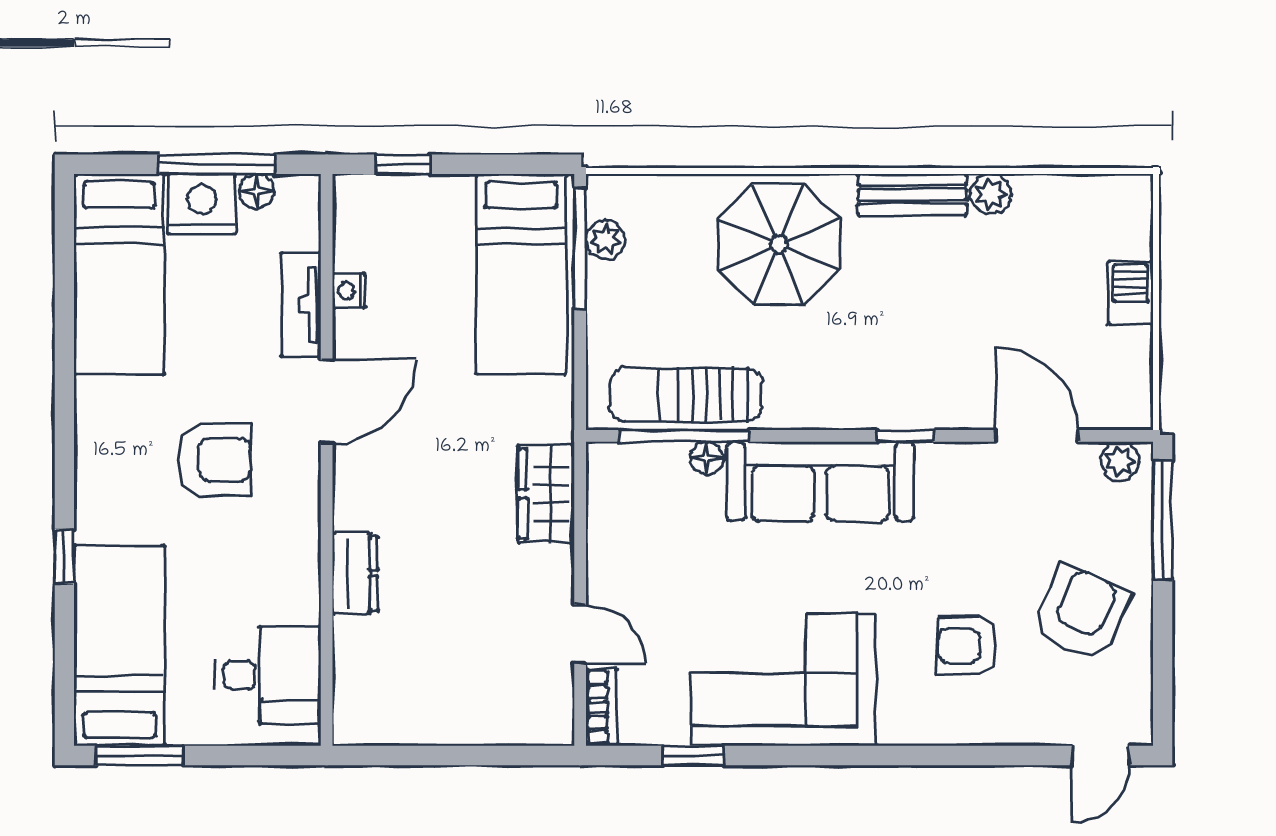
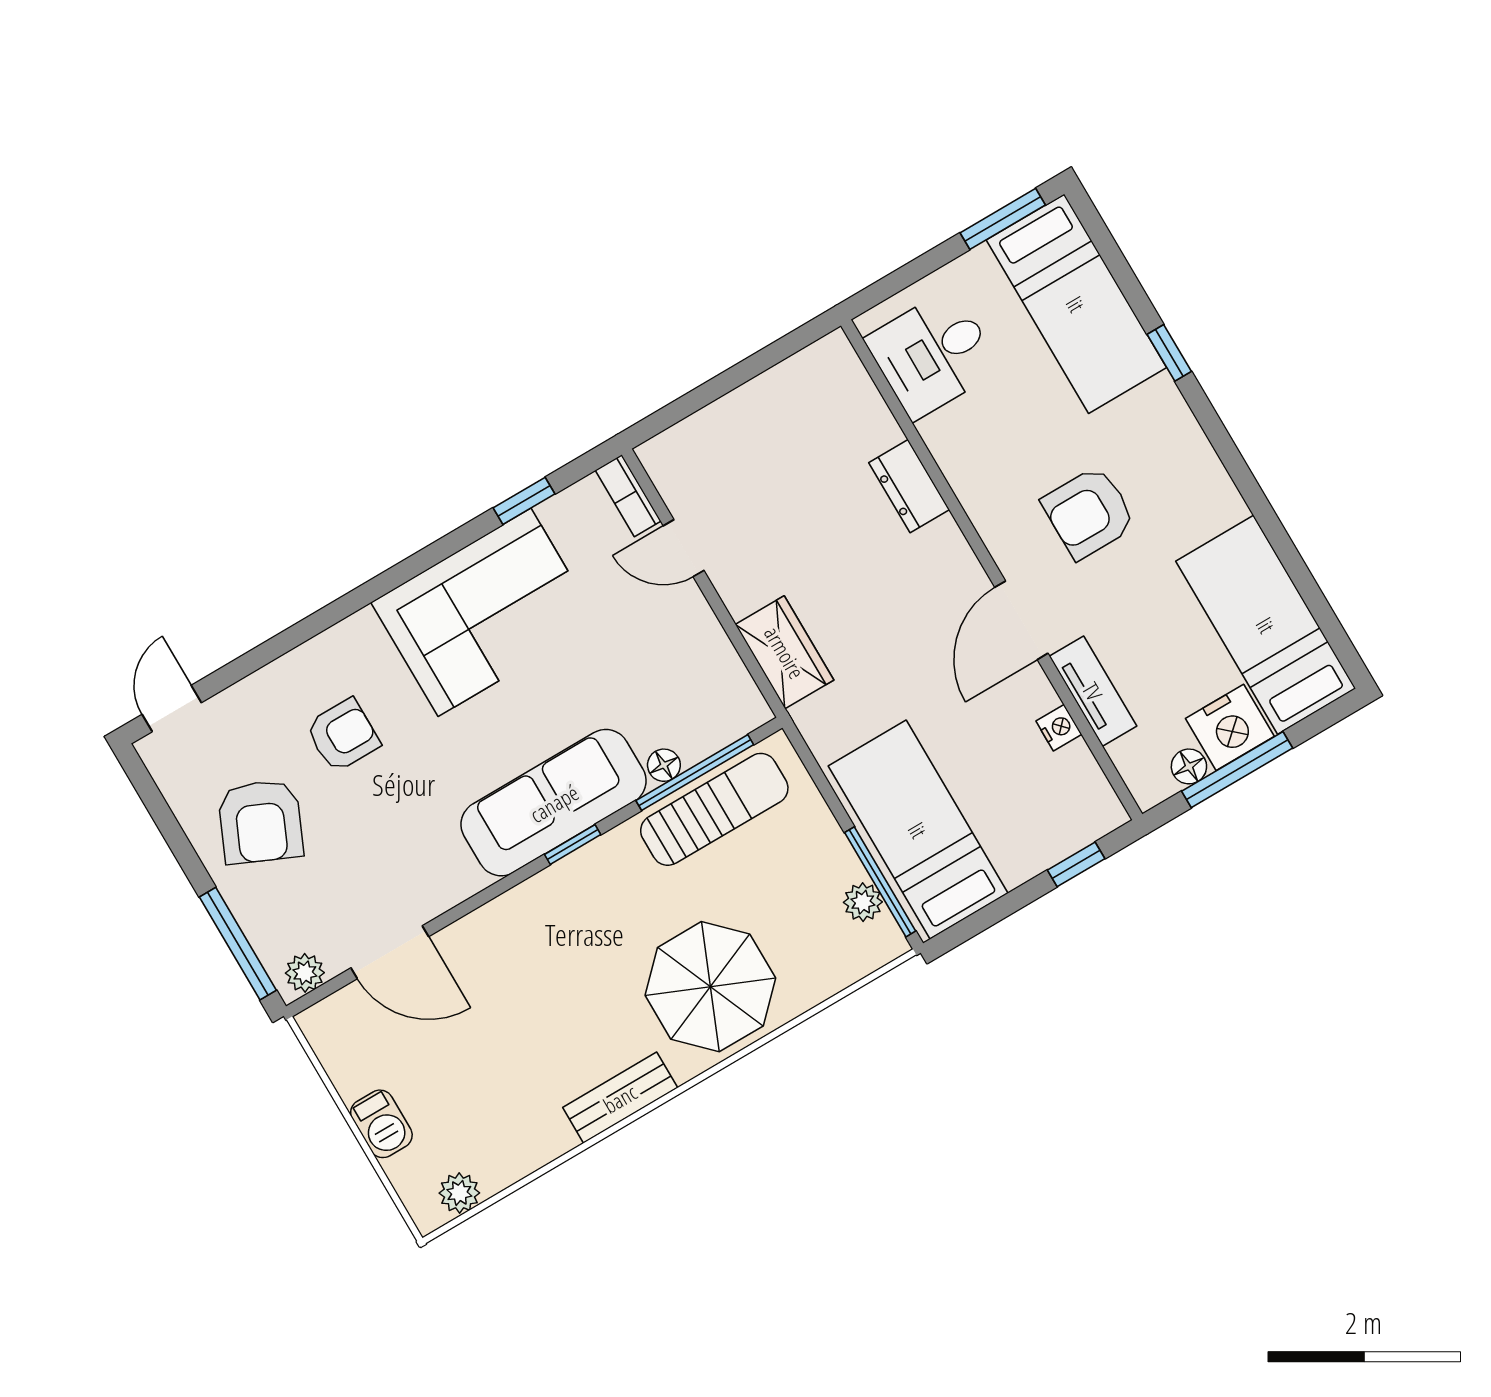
plant: (991, 194) -> (459, 1193), moved
window: (905, 436) -> (573, 845), moved

